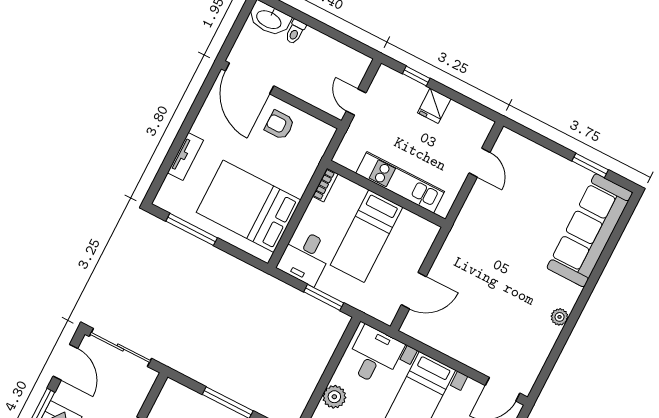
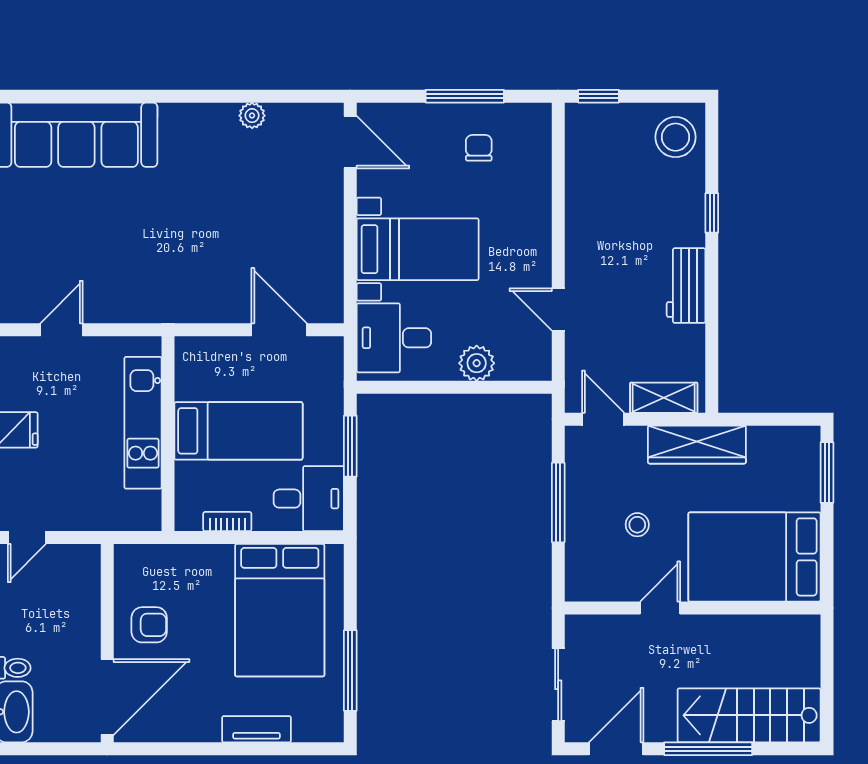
door: (356, 102) -> (27, 538), moved
armchair: (279, 125) -> (149, 625), turned -90
bookcase: (325, 185) -> (227, 522), moved
plant: (560, 317) -> (252, 116), moved
sliding door: (120, 347) -> (558, 685), width x0.73

